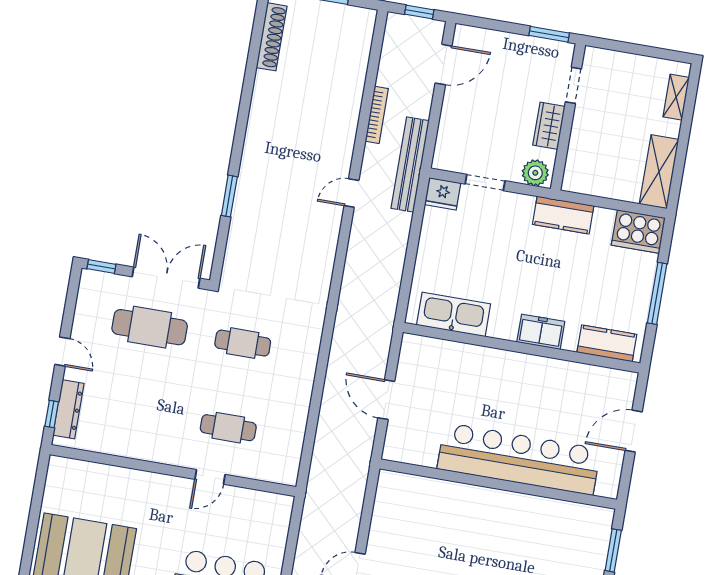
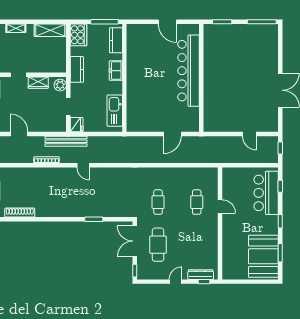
kitchen sink: (454, 314) -> (115, 111), moved
freezer: (541, 332) -> (116, 71), moved
kitchen counter: (607, 343) -> (116, 40), moved
wall: (522, 348) -> (124, 78), moved

